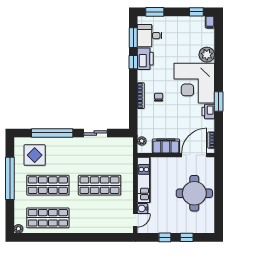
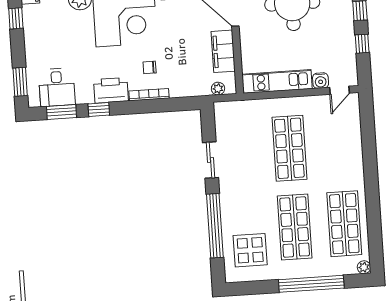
printer: (145, 59) -> (111, 90), moved
window: (10, 178) -> (311, 284), moved
door: (135, 220) -> (339, 90), swing flipped

